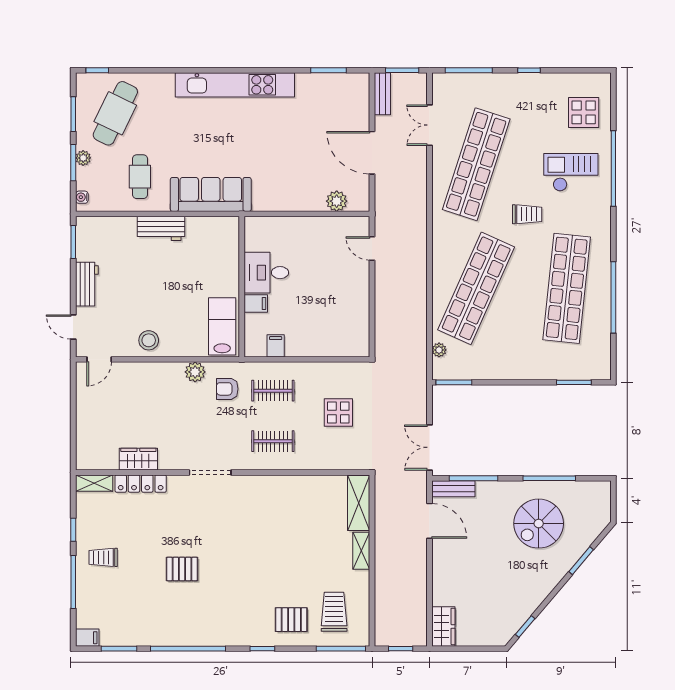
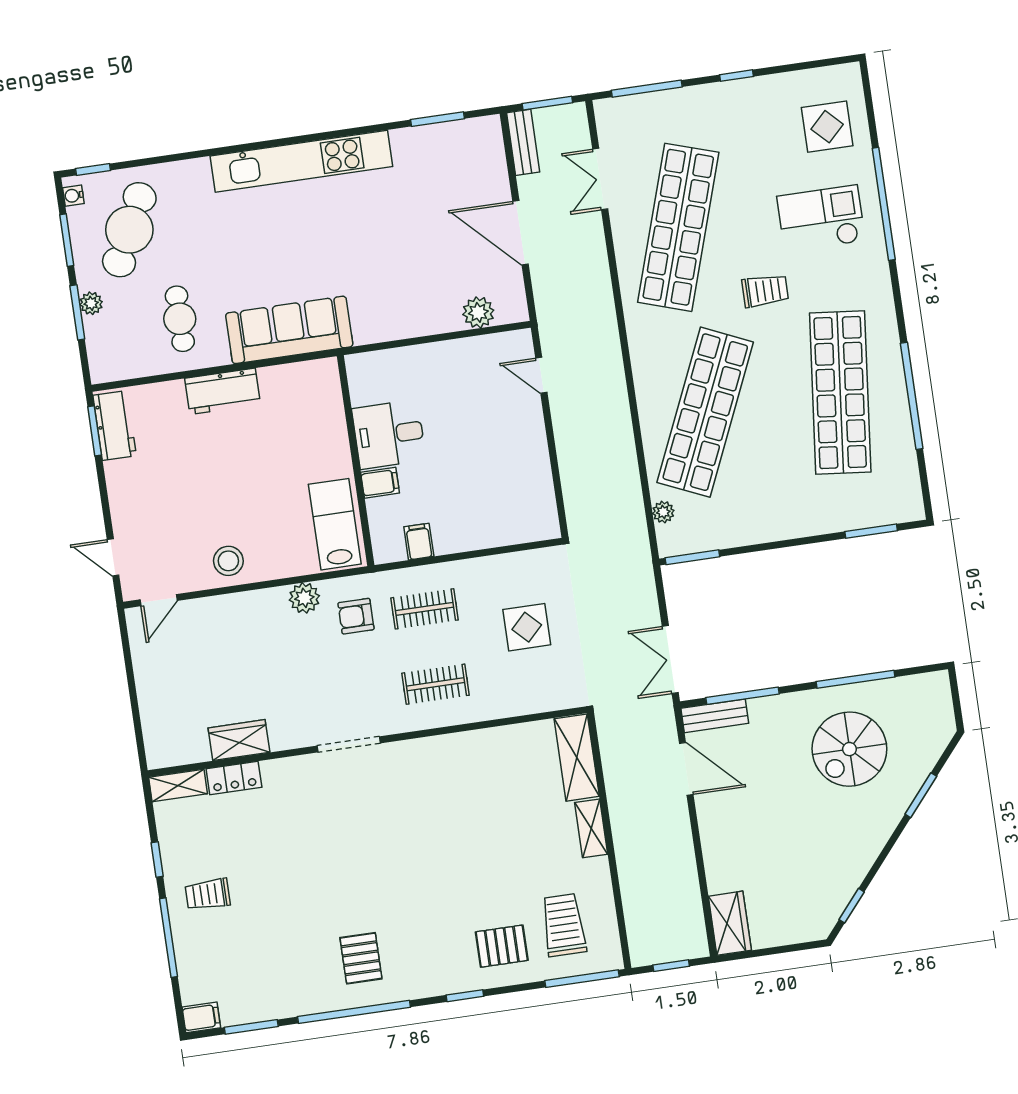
water cooler: (82, 197) -> (73, 196), moved
workbench: (87, 284) -> (115, 425), moved
locker: (141, 484) -> (234, 778), width x0.66
pallet: (182, 569) -> (361, 958), moved, turned 90

